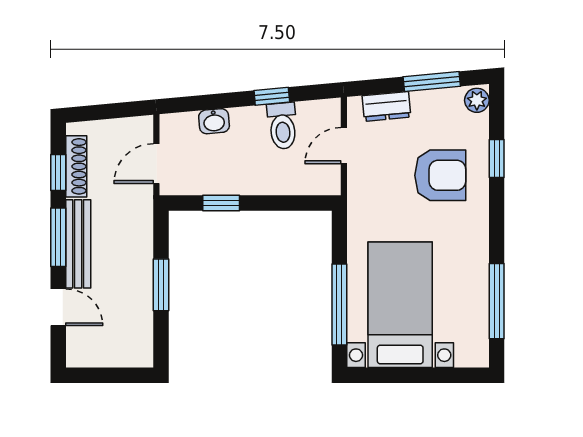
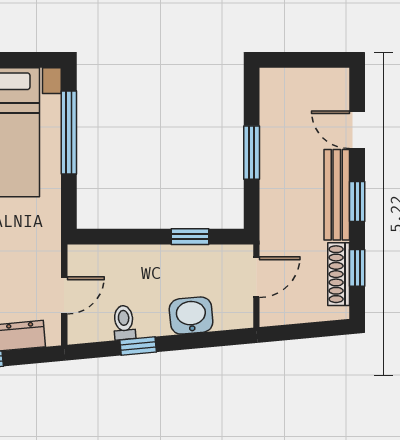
washbasin: (214, 121) -> (191, 316), width x1.38, depth x1.45
toilet: (282, 126) -> (124, 323), width x0.73, depth x0.72
window: (58, 237) -> (357, 201), width x0.67

